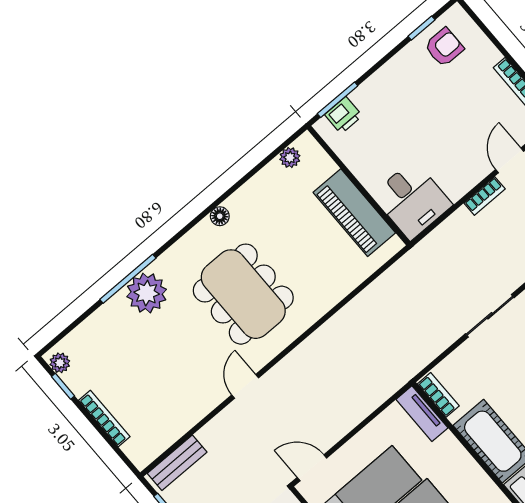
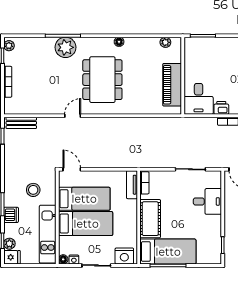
printer: (344, 115) -> (221, 108), moved, turned 180

